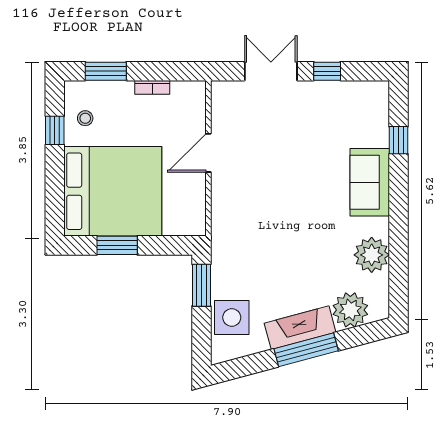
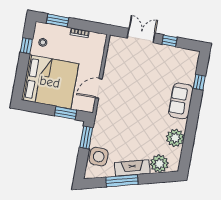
door: (208, 153) -> (99, 88), moved
window: (117, 245) -> (66, 113), moved
window: (306, 350) -> (122, 181), moved

